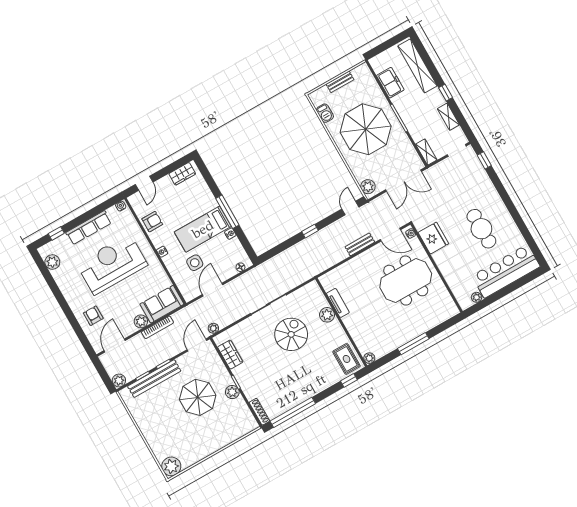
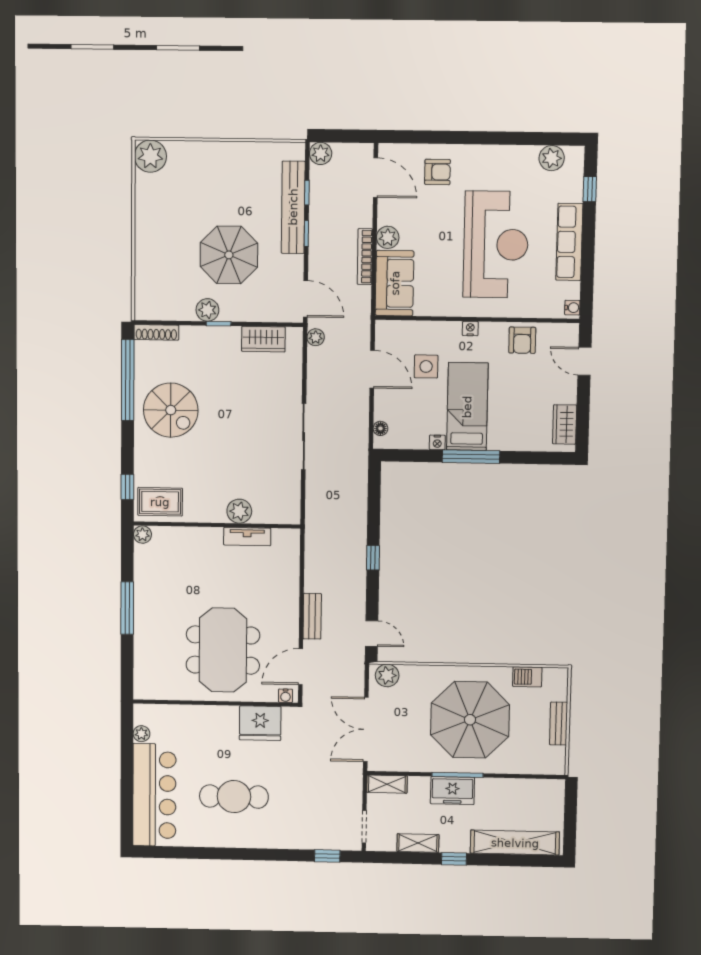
freezer: (390, 83) -> (452, 791), moved
spiral stairs: (291, 334) -> (171, 410), moved

